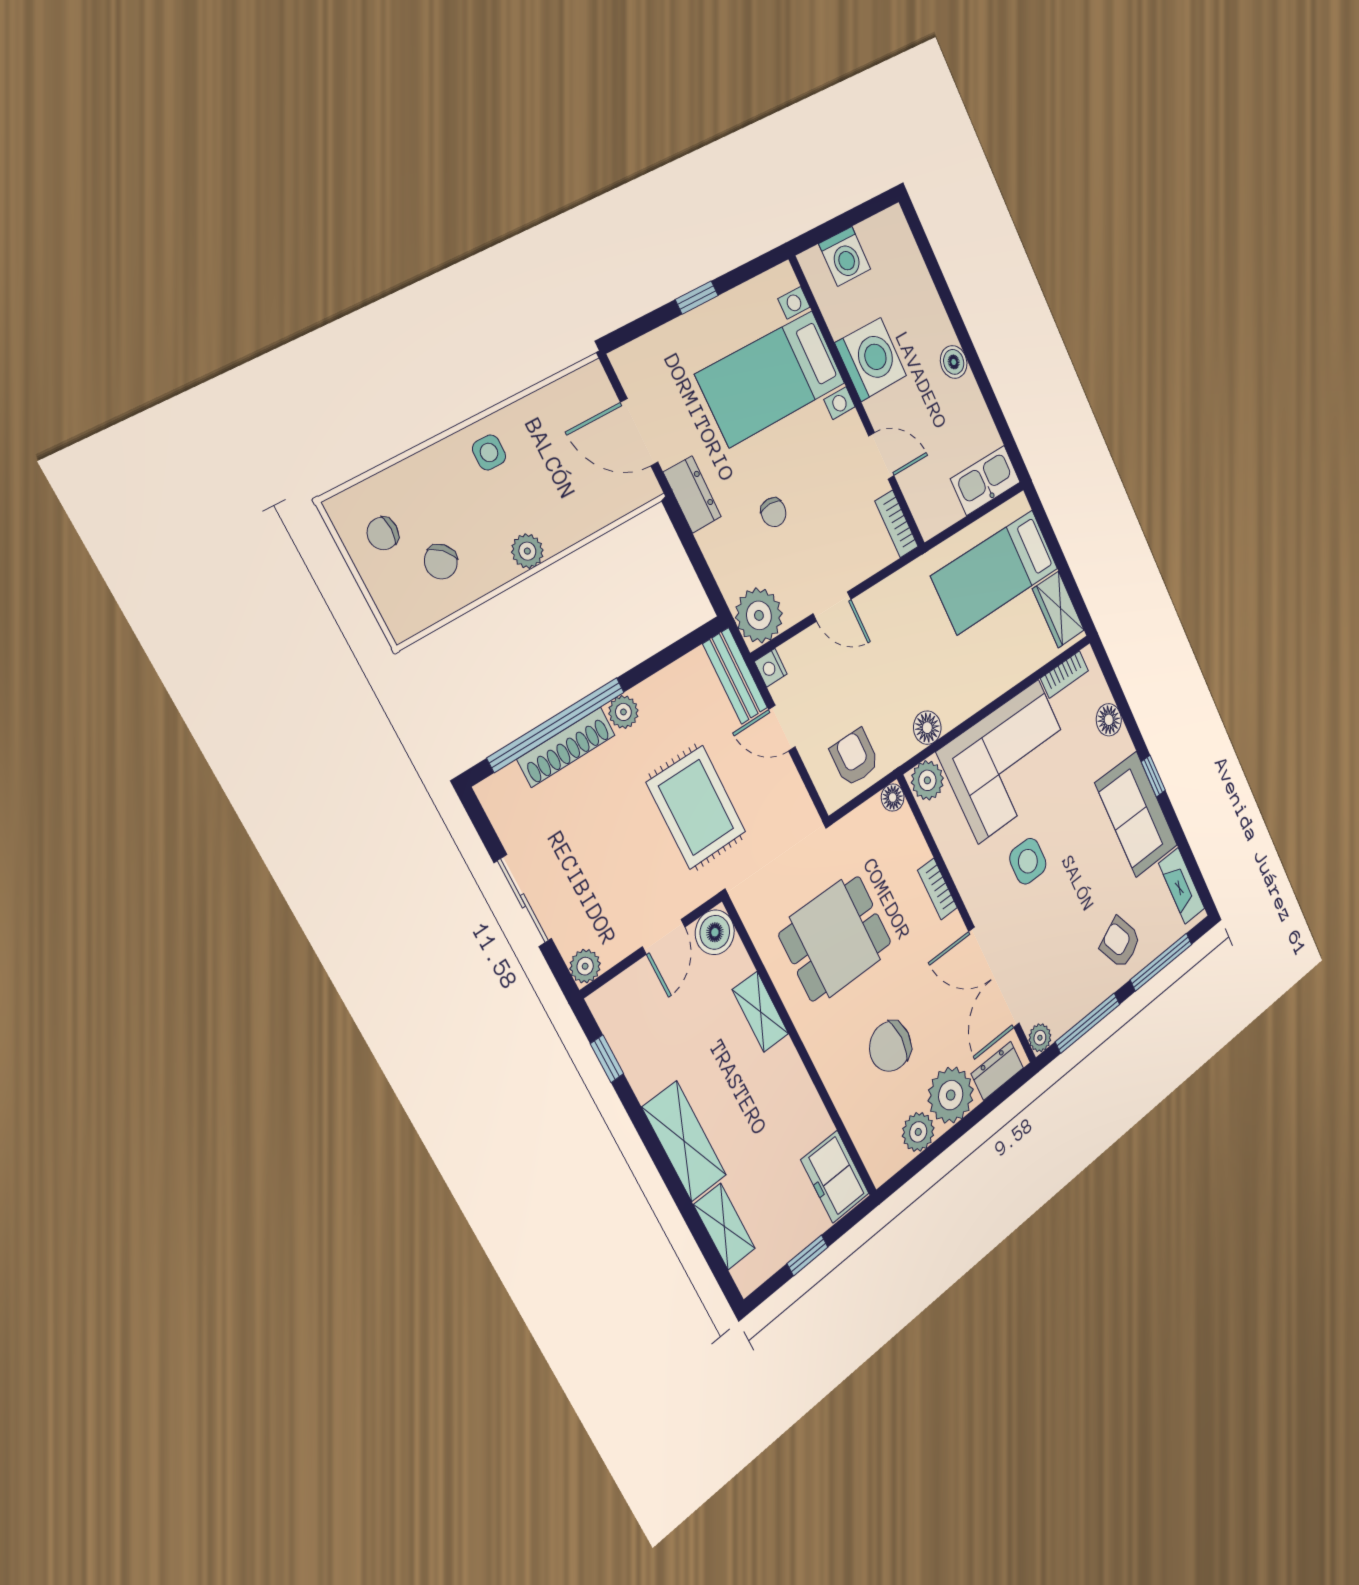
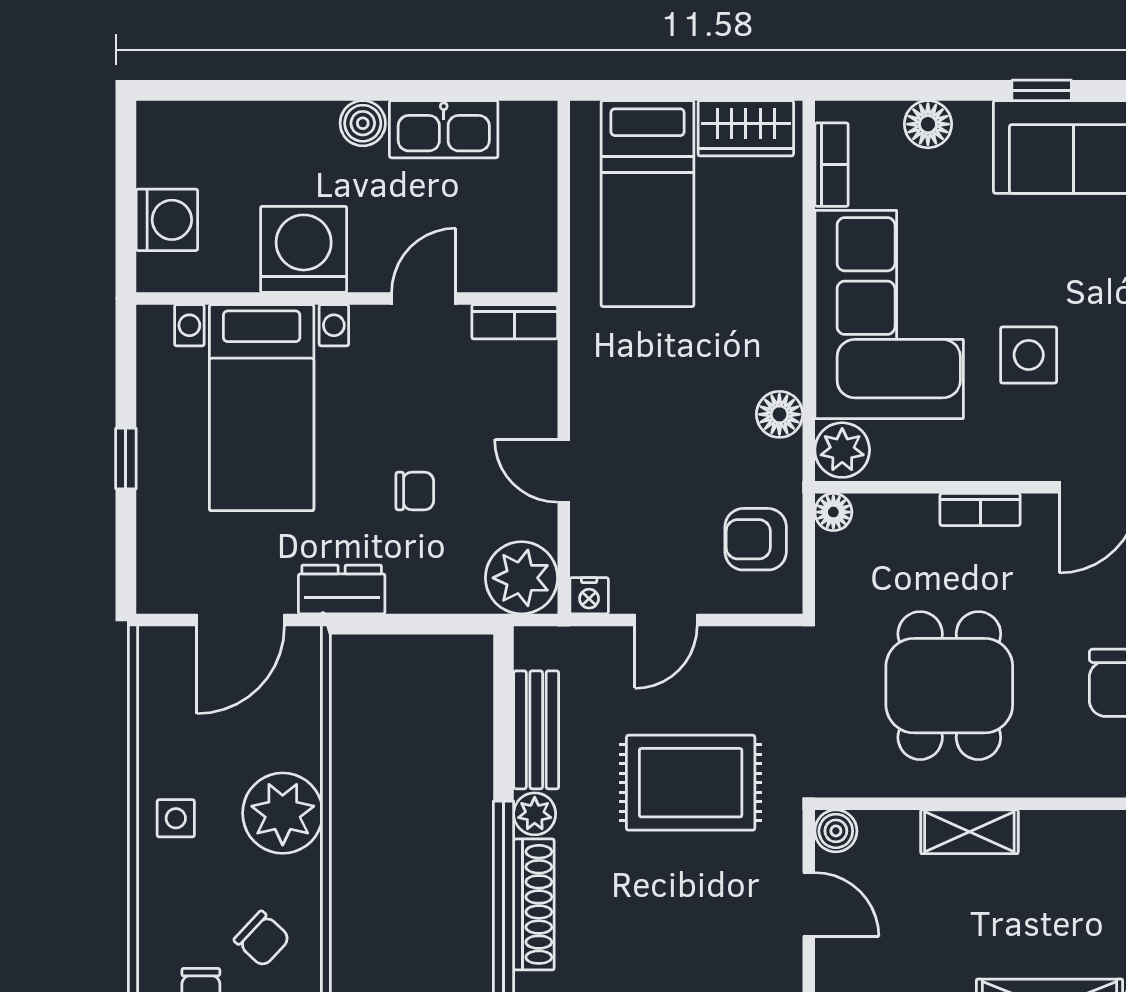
kitchen sink: (986, 481) -> (444, 129), moved, turned -90
plant: (527, 551) -> (283, 813), width x1.88, depth x1.88
door: (832, 606) -> (564, 471), swing flipped
bench: (735, 676) -> (536, 730), moved, turned 90
boiler: (715, 932) -> (836, 831), width x0.73, depth x0.73

